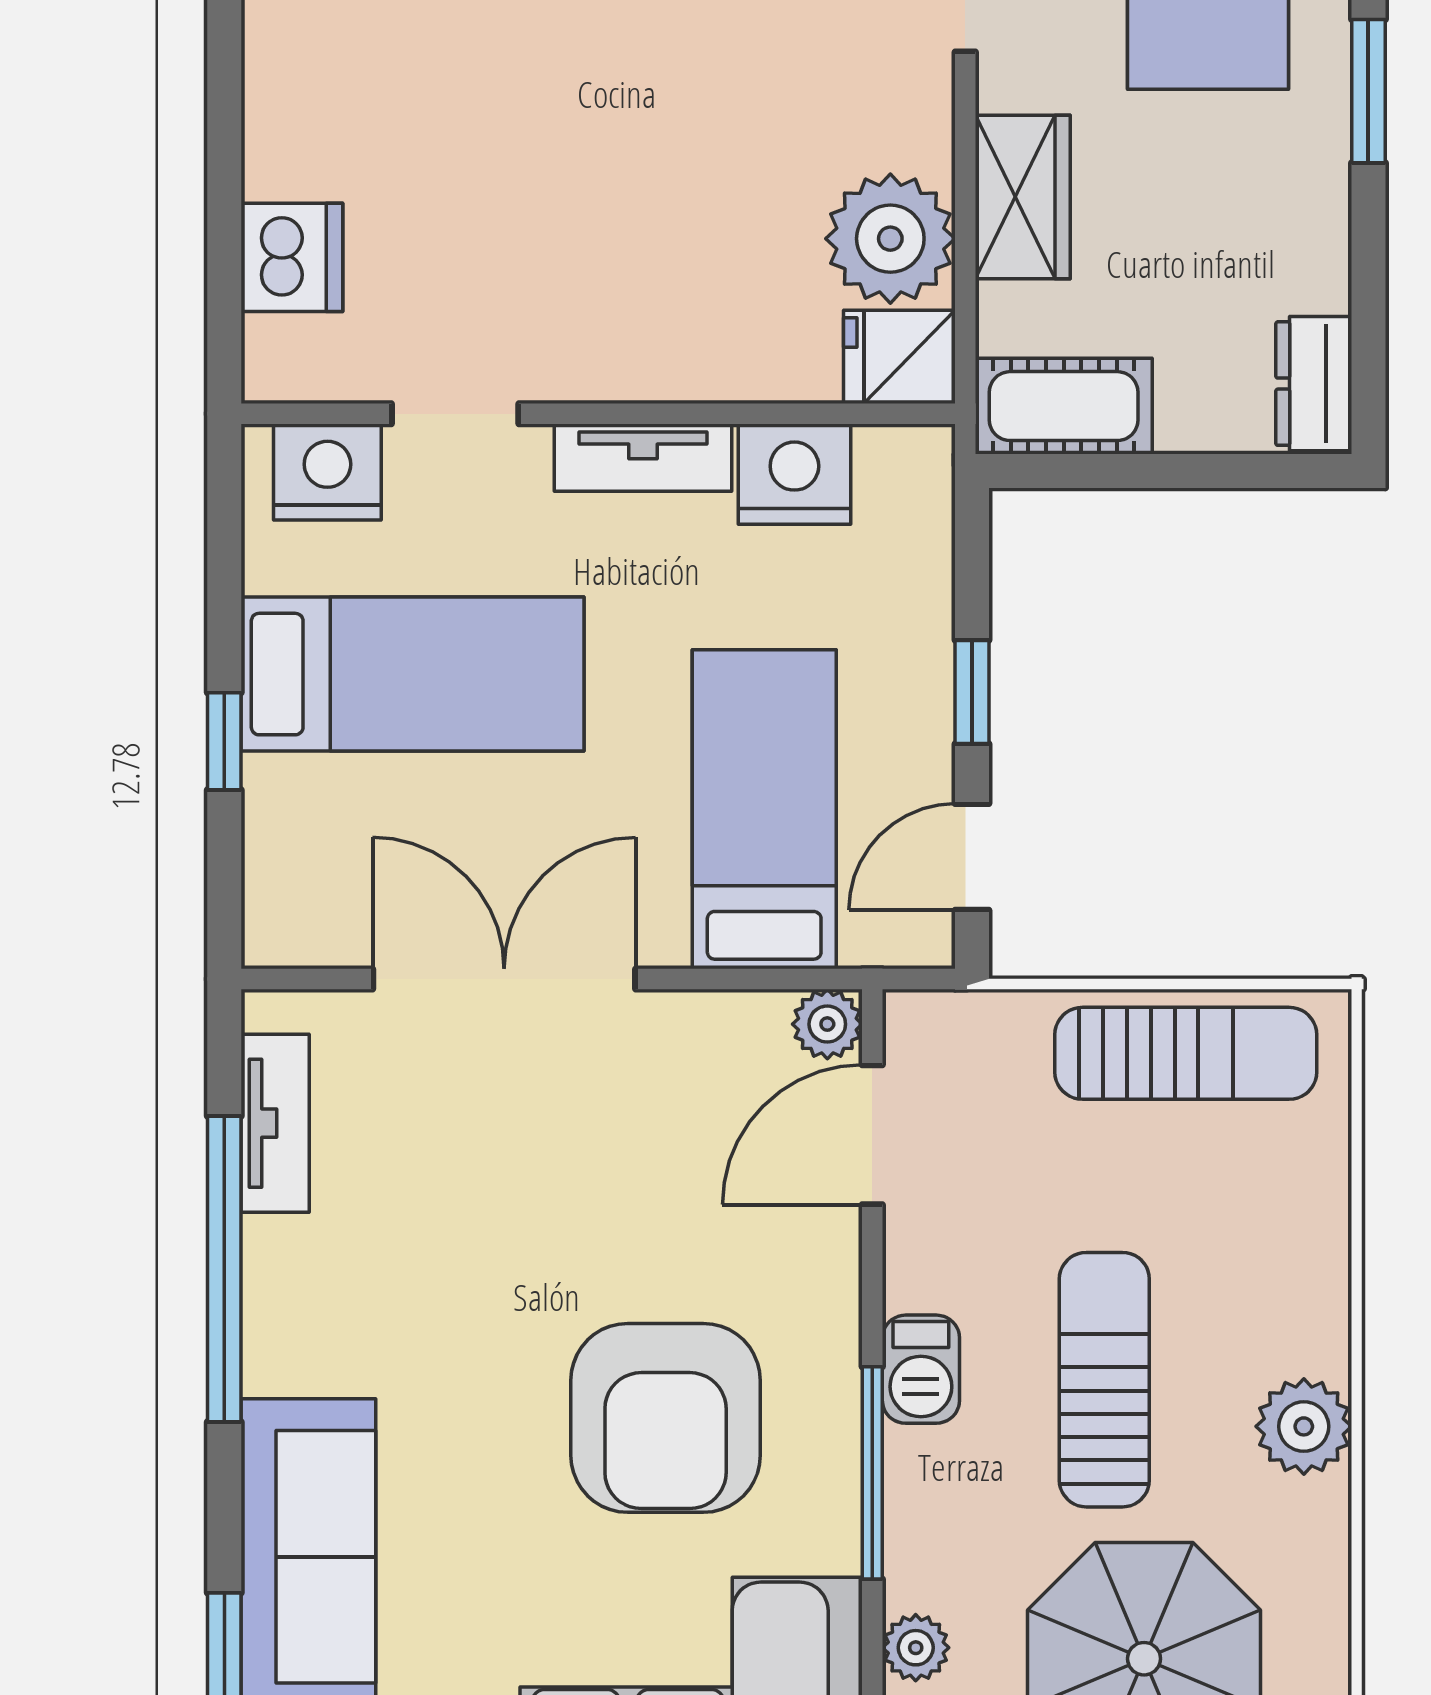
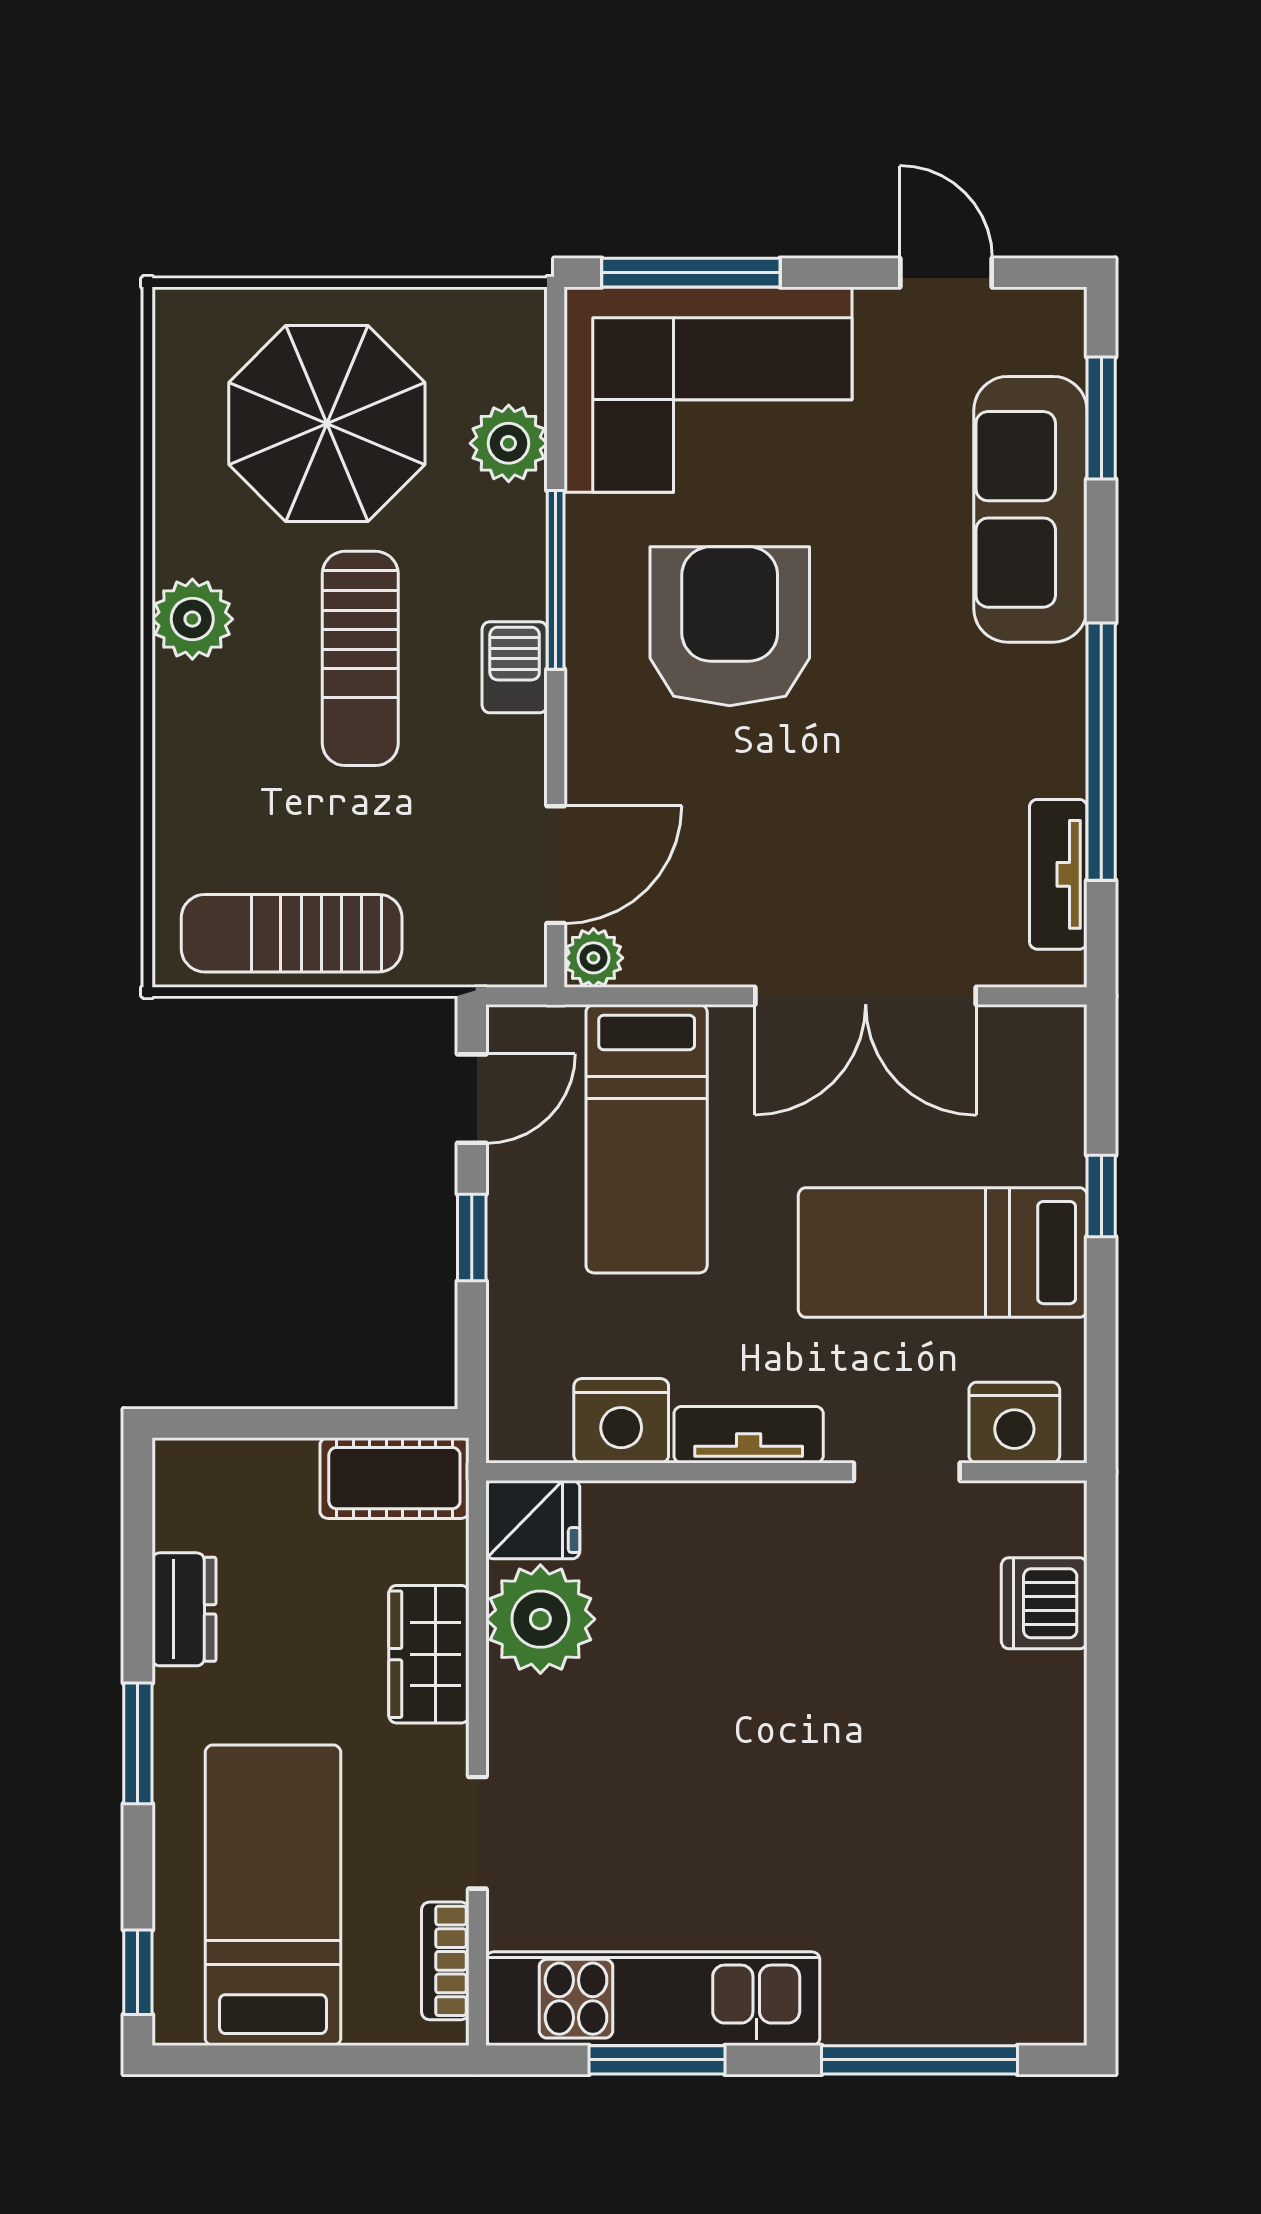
dresser: (1314, 384) -> (184, 1609), moved
plant: (916, 1648) -> (509, 443), width x1.38, depth x1.38

